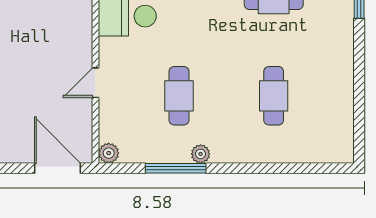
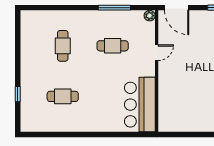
cafe table: (179, 96) -> (113, 46), turned 90
plant: (201, 154) -> (101, 15), removed

